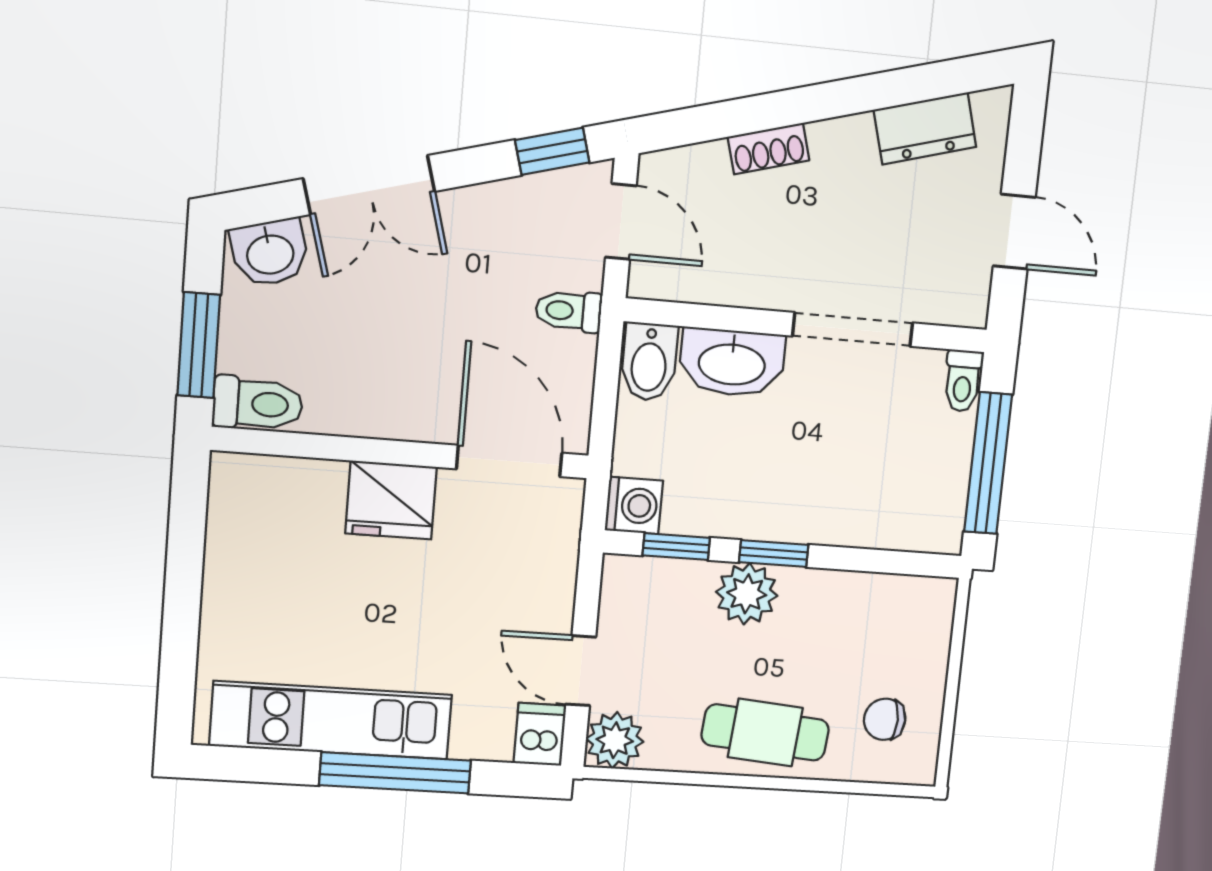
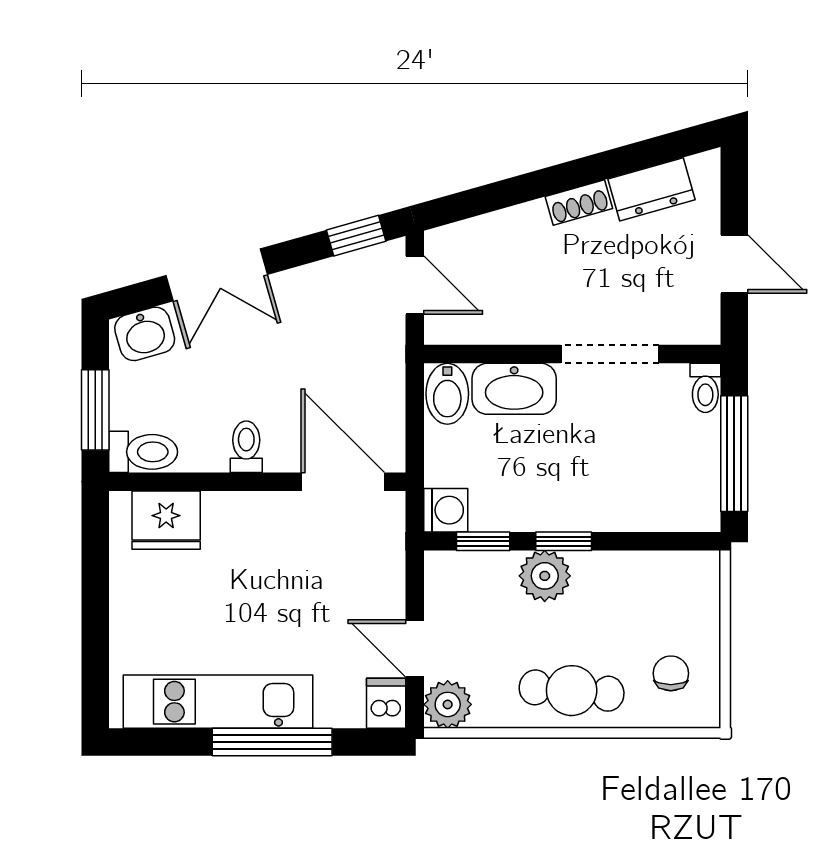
shoe rack: (769, 149) -> (579, 203), moved
toilet: (569, 311) -> (246, 447), moved, turned 90
fridge: (391, 500) -> (166, 520), moved
chair: (885, 719) -> (671, 673), turned 90

